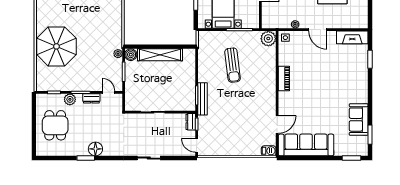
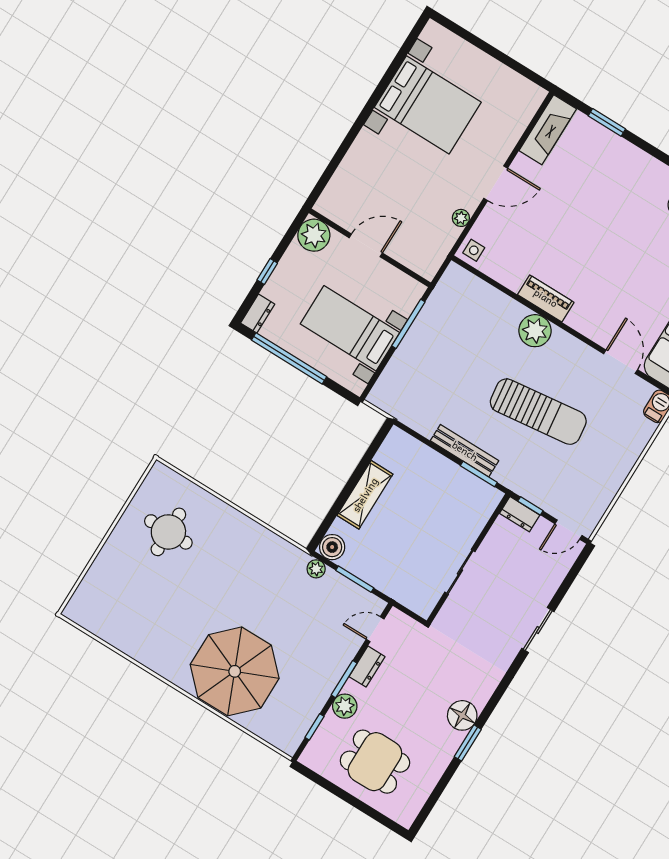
plant: (268, 39) -> (535, 331), moved
shelving: (160, 55) -> (365, 495), width x0.68
sun lounger: (233, 65) -> (538, 412), moved, width x1.36, depth x1.34
bench: (202, 99) -> (465, 451), moved

